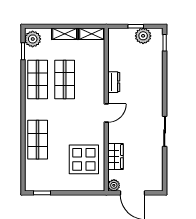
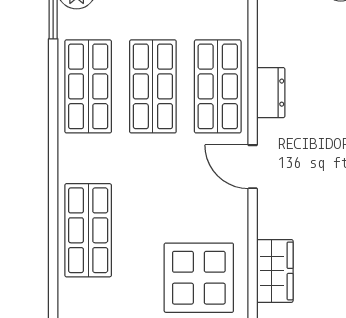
shop shelf: (92, 79) -> (218, 86), added
door: (106, 113) -> (253, 167), swing flipped

